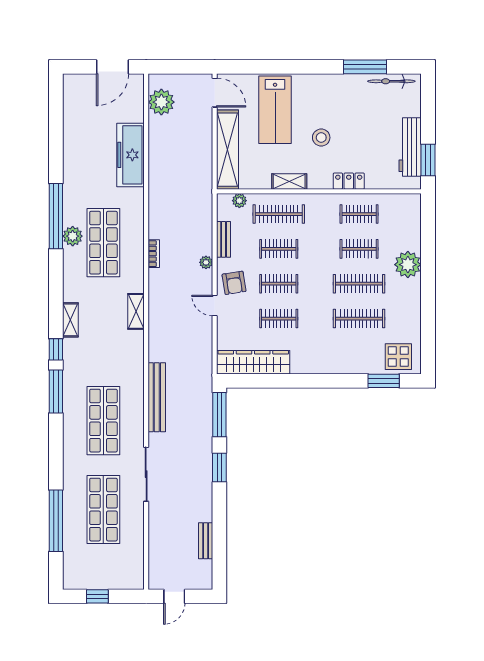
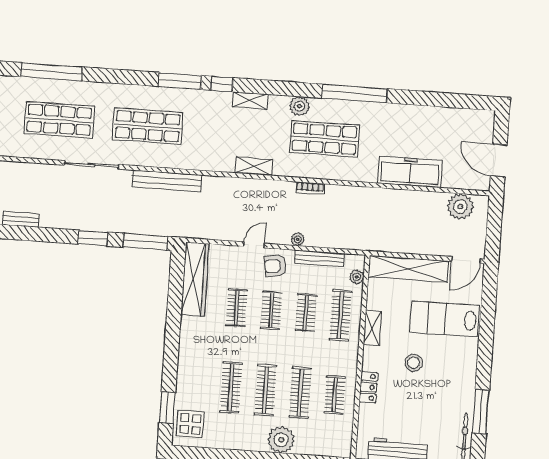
plant: (73, 236) -> (299, 106), moved
bench: (224, 239) -> (319, 258), width x1.36
clothes rail: (359, 249) -> (300, 393), width x1.36

